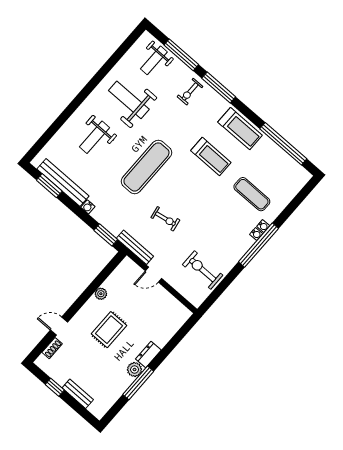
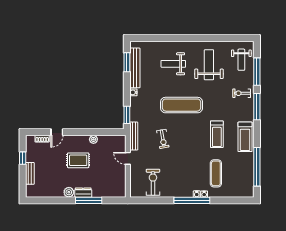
weight bench: (154, 60) -> (241, 60), turned -90
door: (59, 326) -> (57, 132), swing flipped
window: (138, 383) -> (89, 200), moved

